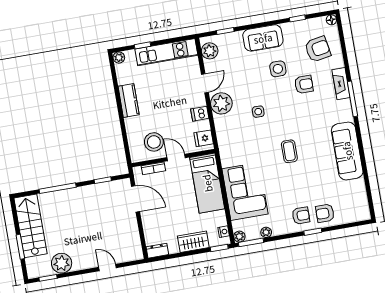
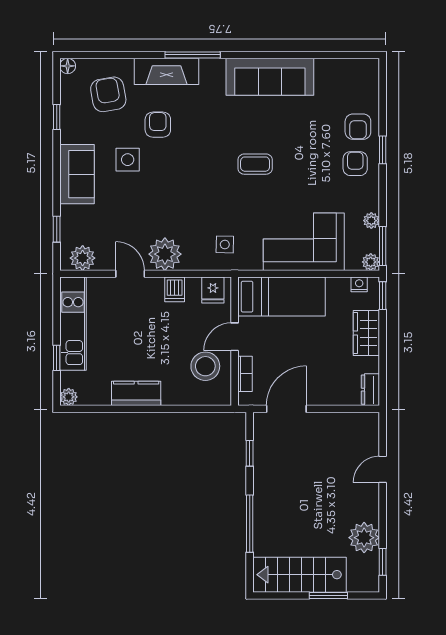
fireplace: (341, 84) -> (167, 71), width x1.37, depth x1.32
side table: (258, 112) -> (225, 244), moved

